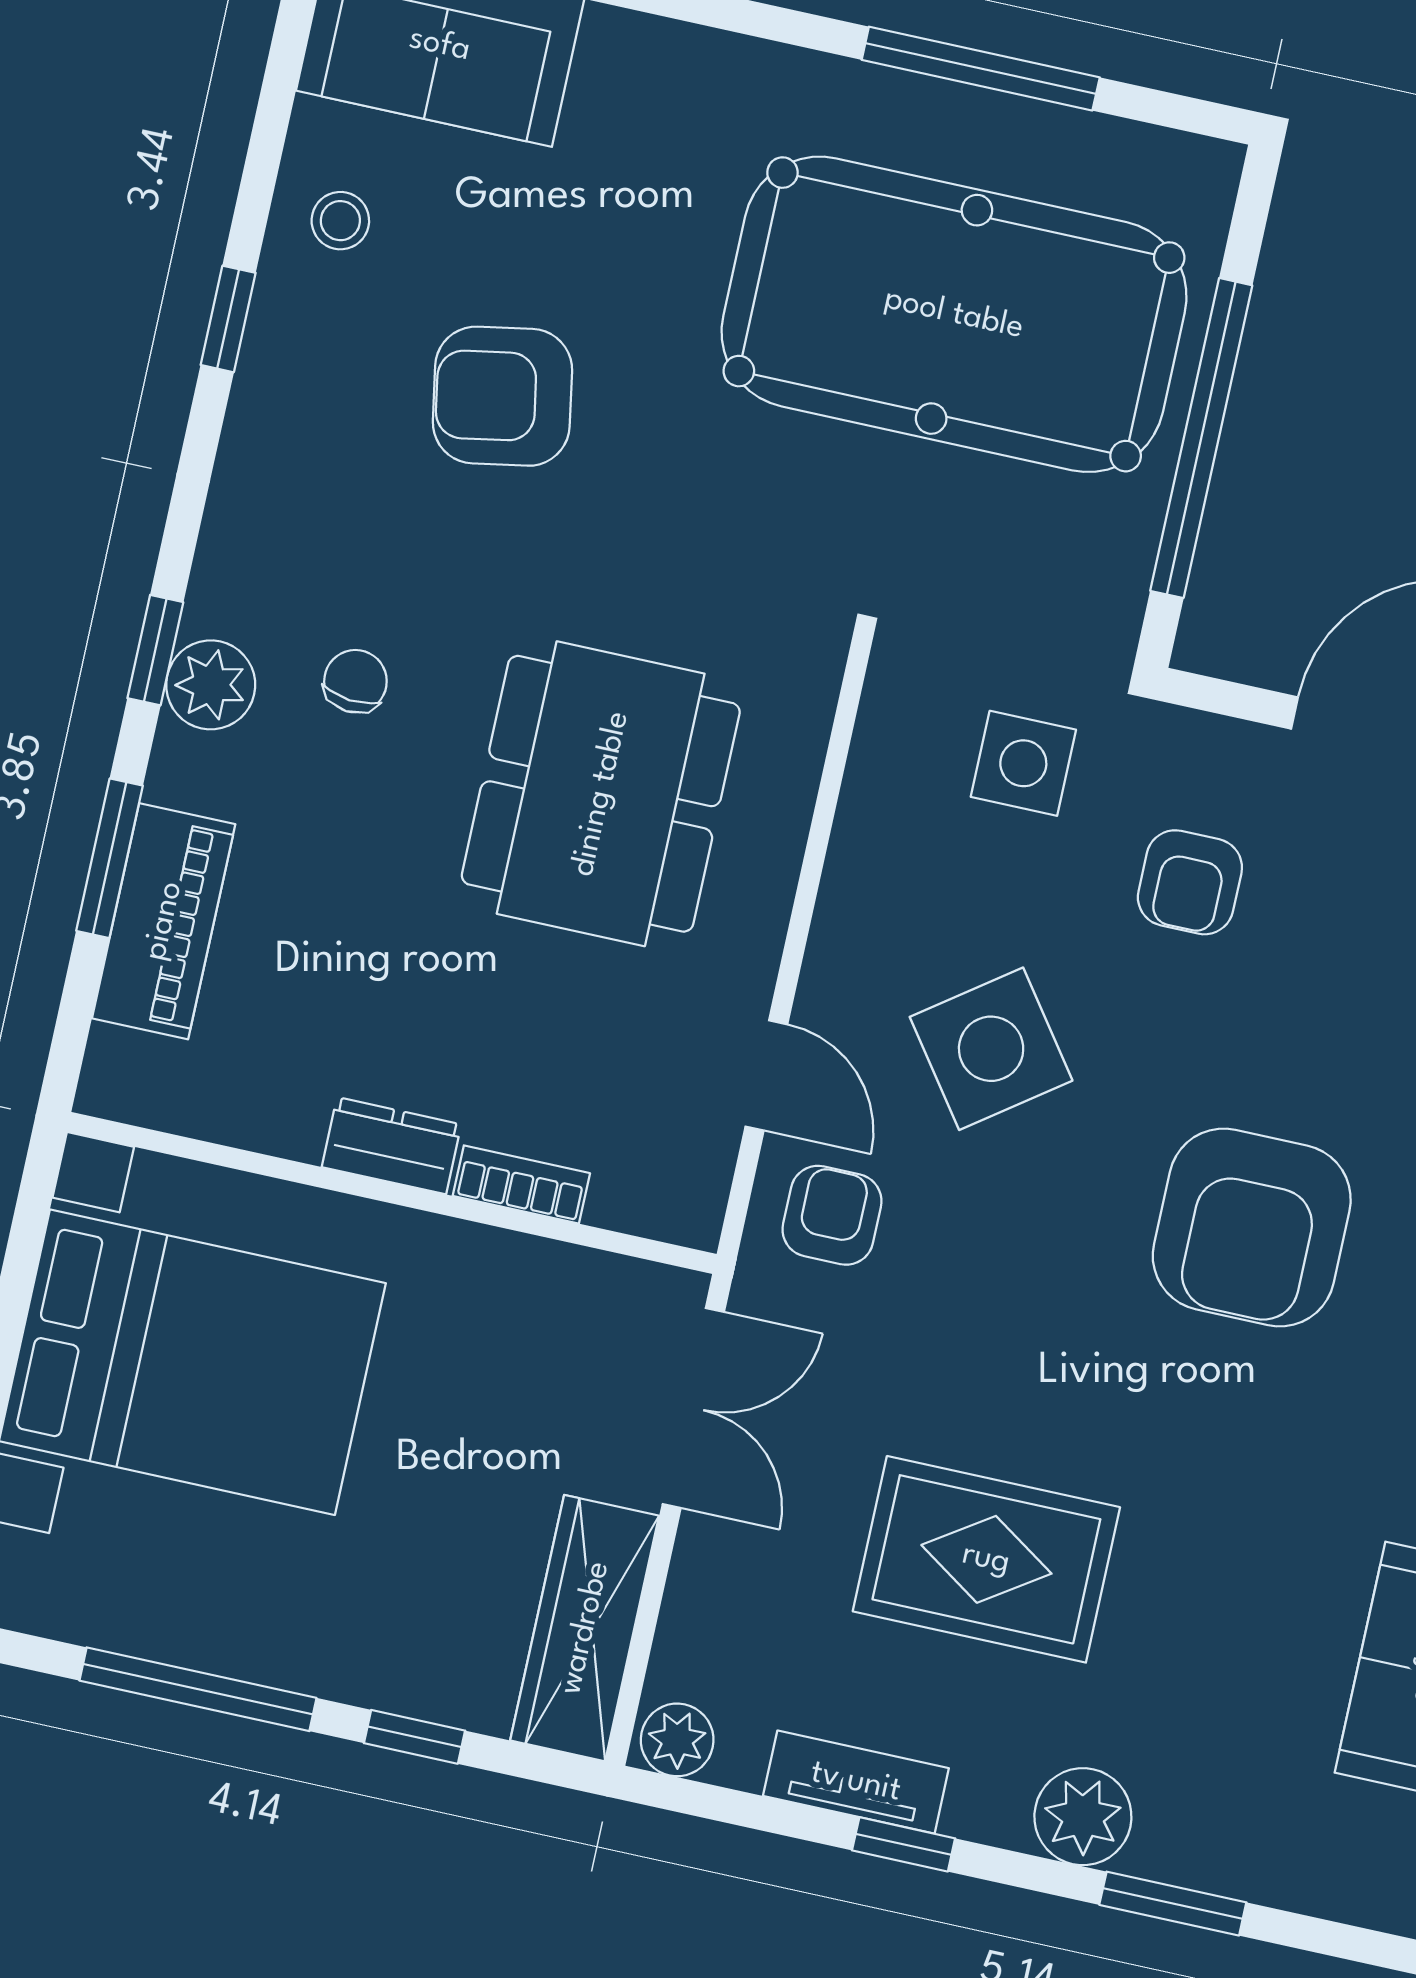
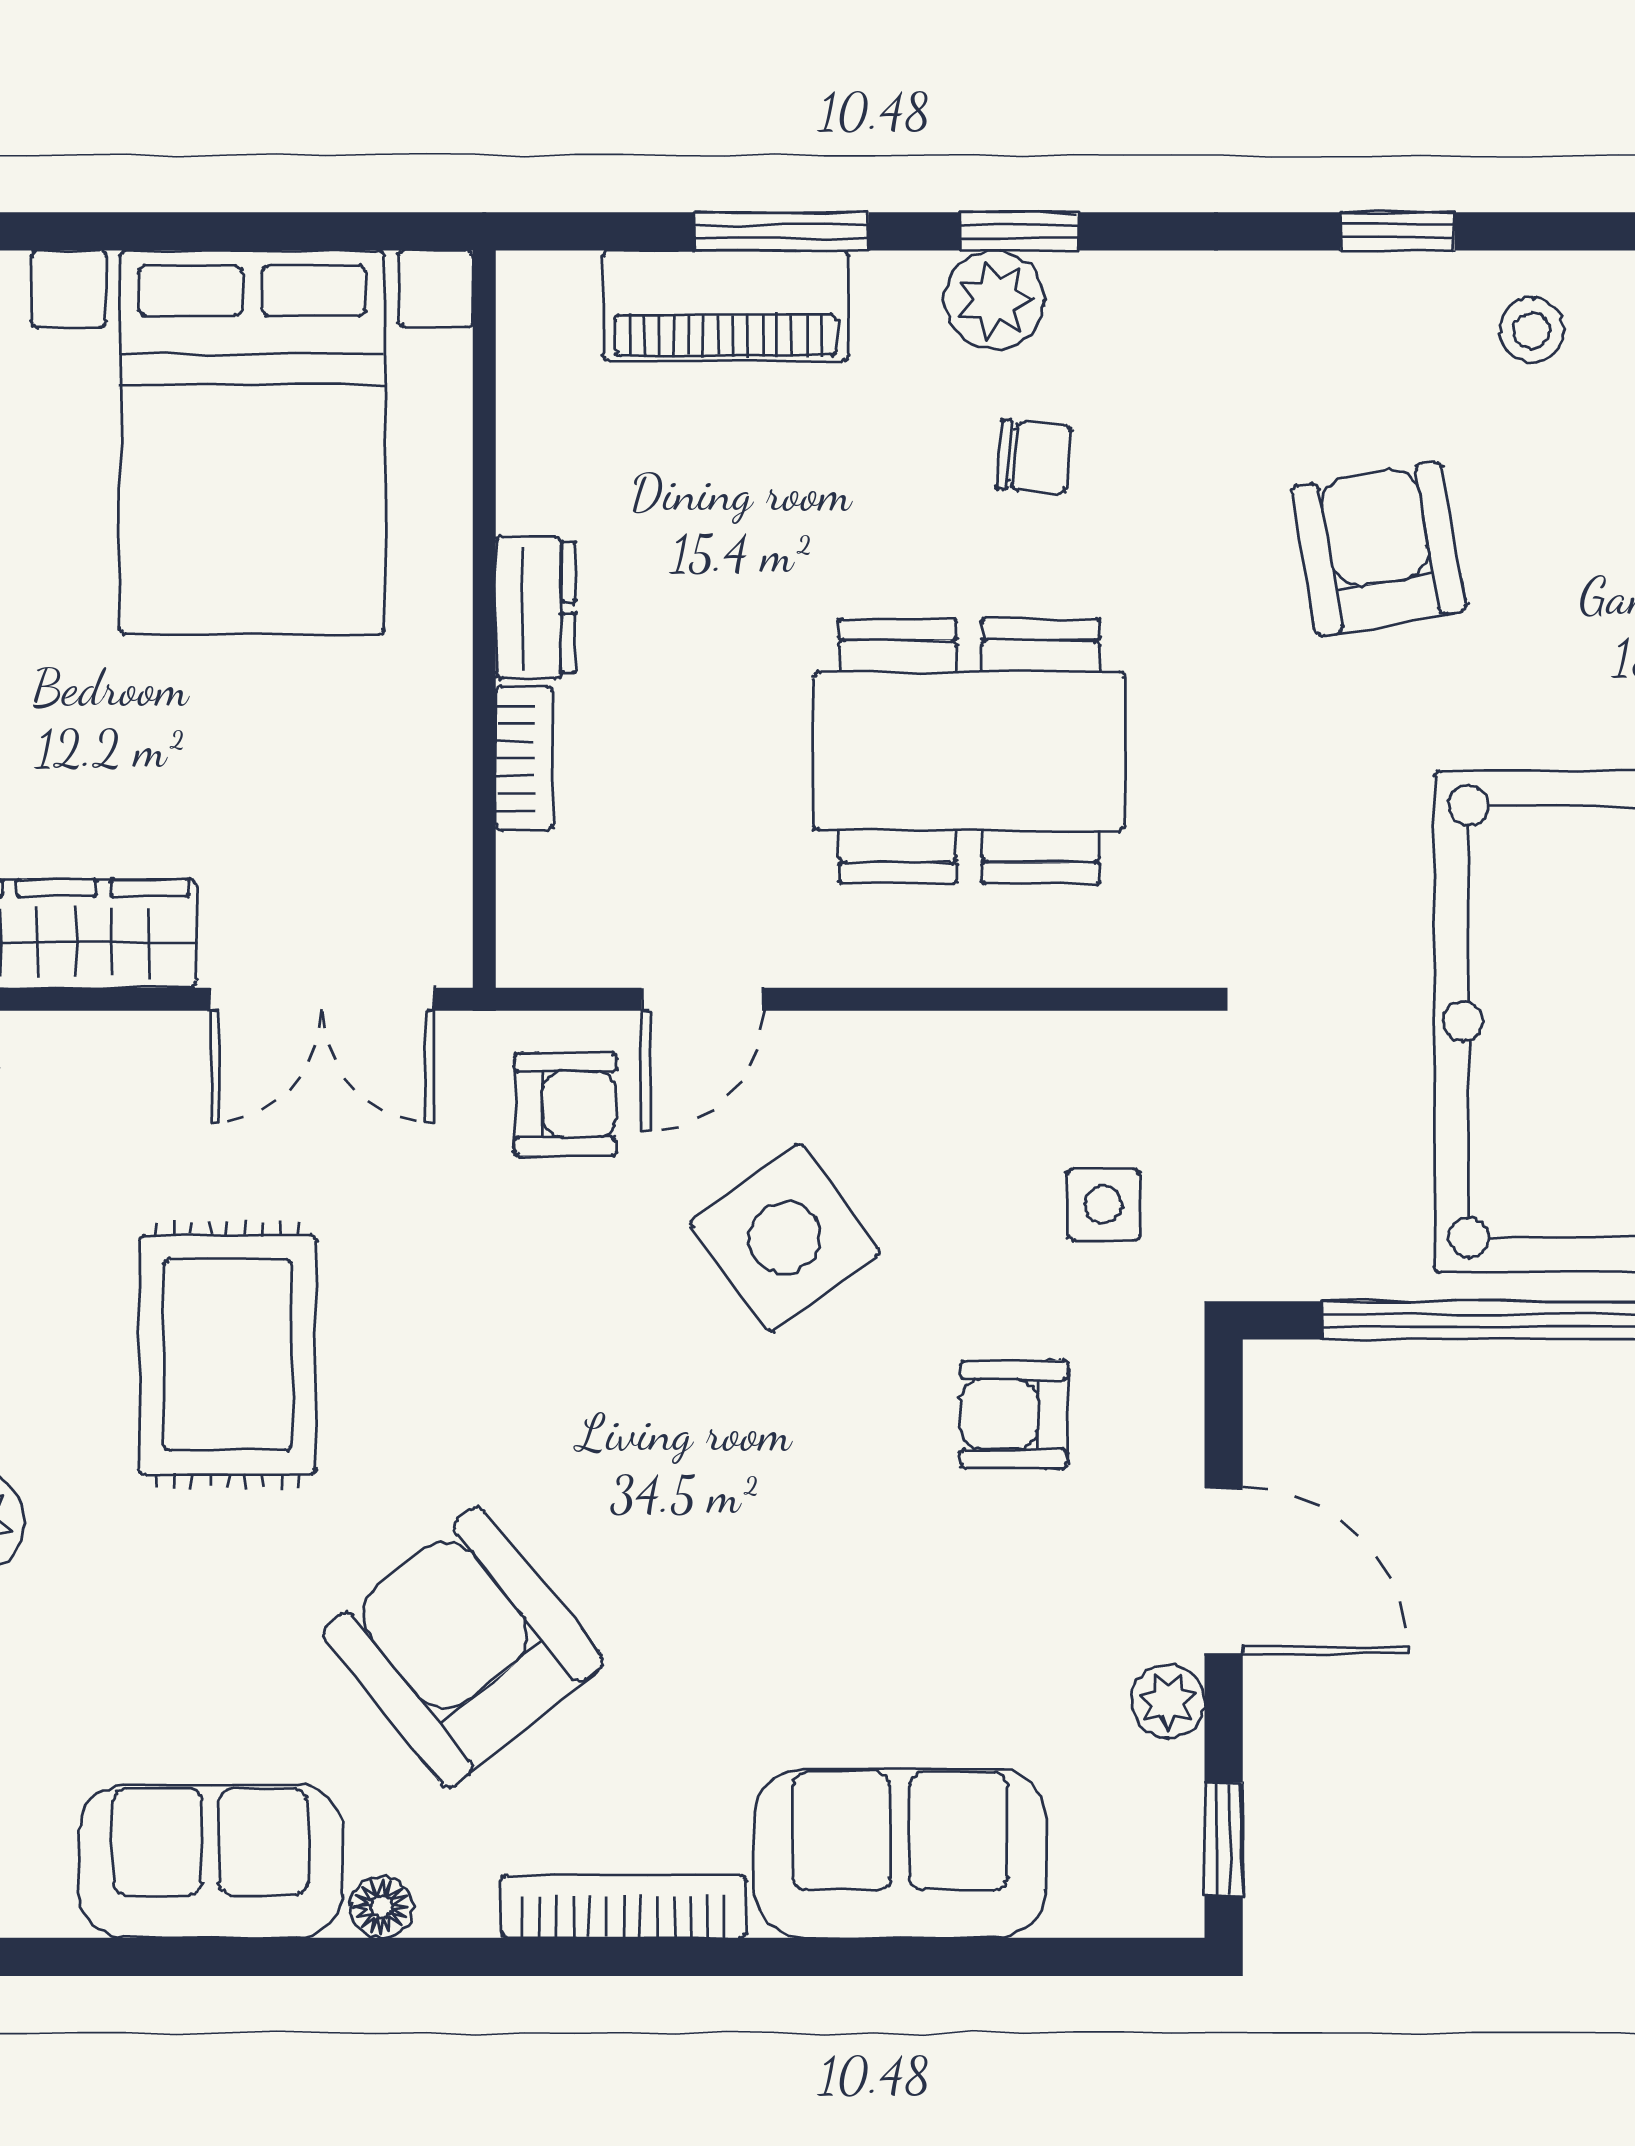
side table: (1023, 763) -> (1104, 1204), width x0.73, depth x0.73
armchair: (1252, 1228) -> (463, 1647), moved, turned 51

